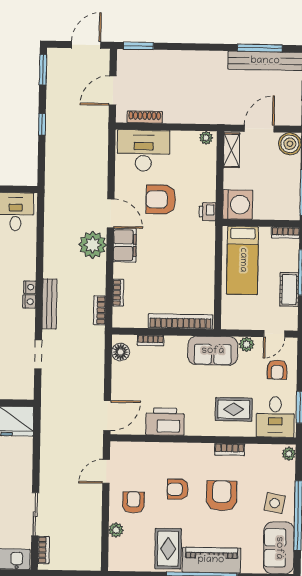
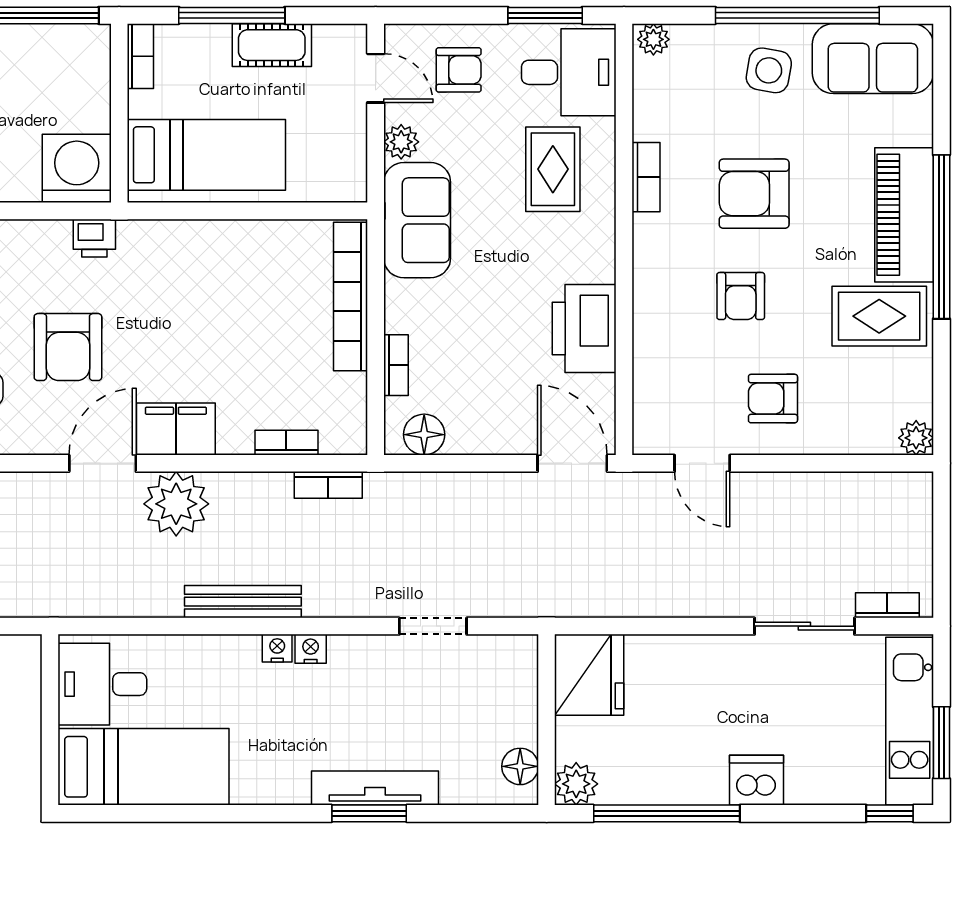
bench: (49, 304) -> (243, 602), moved
plant: (116, 530) -> (916, 438), moved

